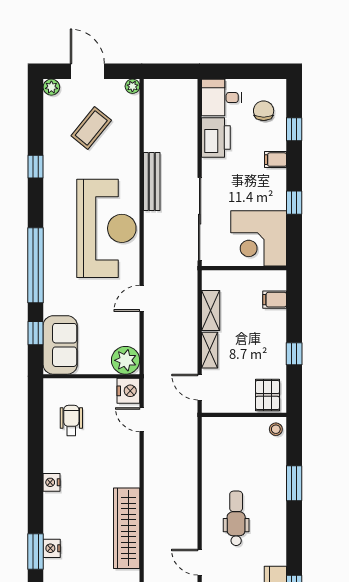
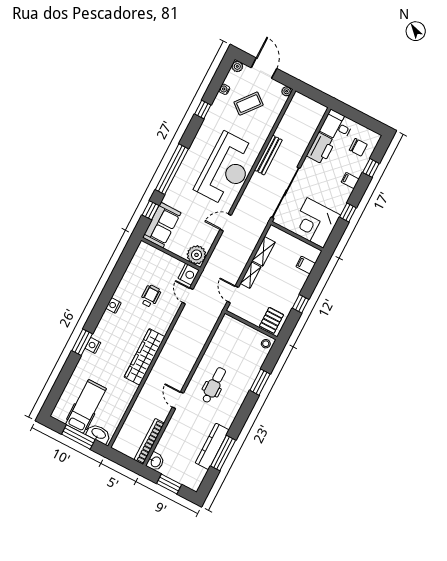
chair: (264, 111) -> (358, 147), turned 90
water cooler: (50, 126) -> (224, 89), added
wheelchair: (71, 420) -> (151, 296), moved

